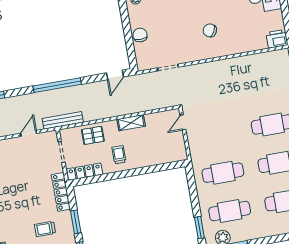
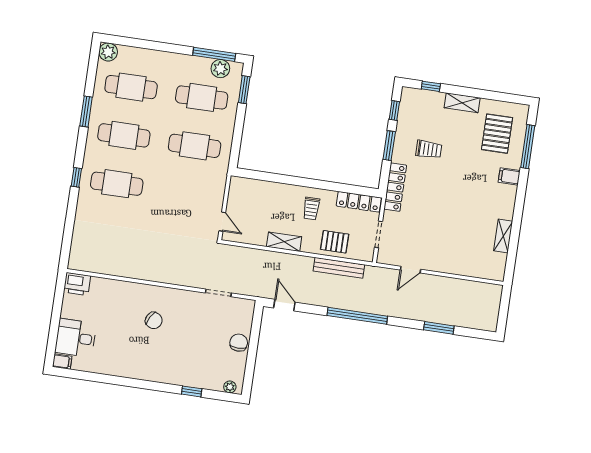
chair: (140, 35) -> (239, 343), turned 180
door: (115, 75) -> (284, 305), hinge flipped
bench: (63, 120) -> (339, 268), moved
door: (183, 122) -> (222, 222), hinge flipped

